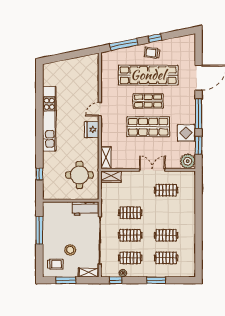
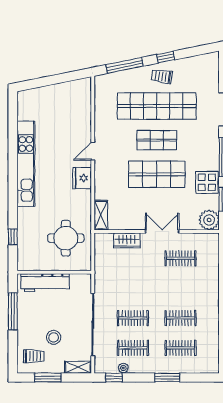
wardrobe: (111, 177) -> (127, 240), moved
workbench: (86, 209) -> (45, 283), moved, width x1.38
clothes rail: (130, 213) -> (133, 288), removed

